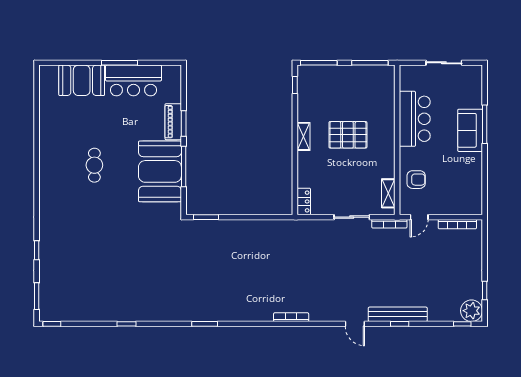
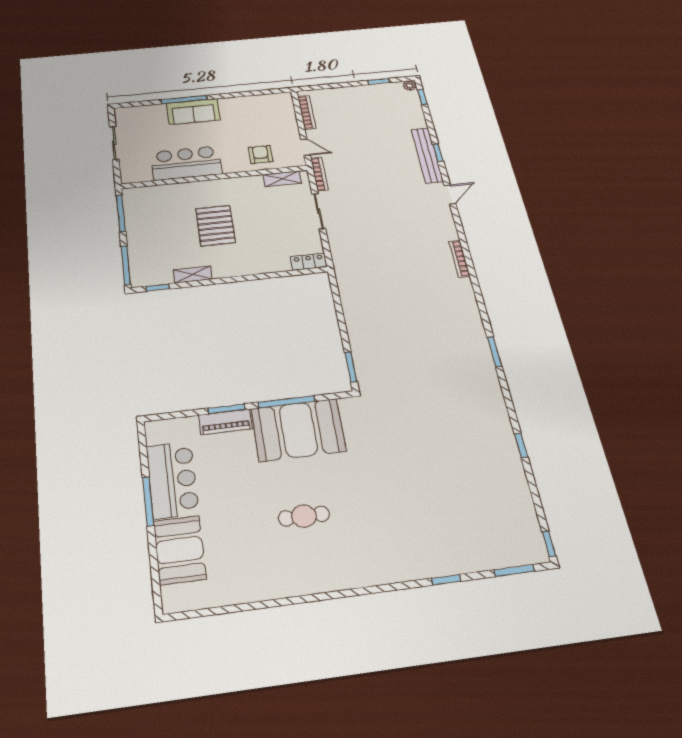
shelving: (303, 136) -> (193, 275), moved
plant: (472, 311) -> (410, 86), width x0.53, depth x0.53

